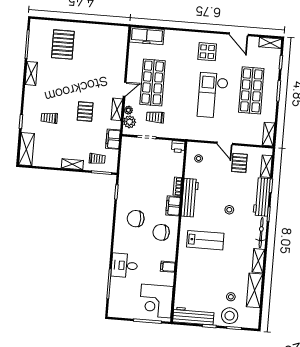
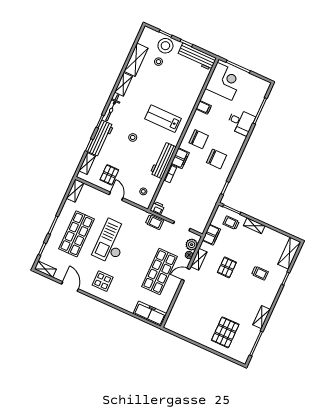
checkout: (213, 95) -> (111, 242), turned 180
trolley: (155, 117) -> (154, 222), moved

